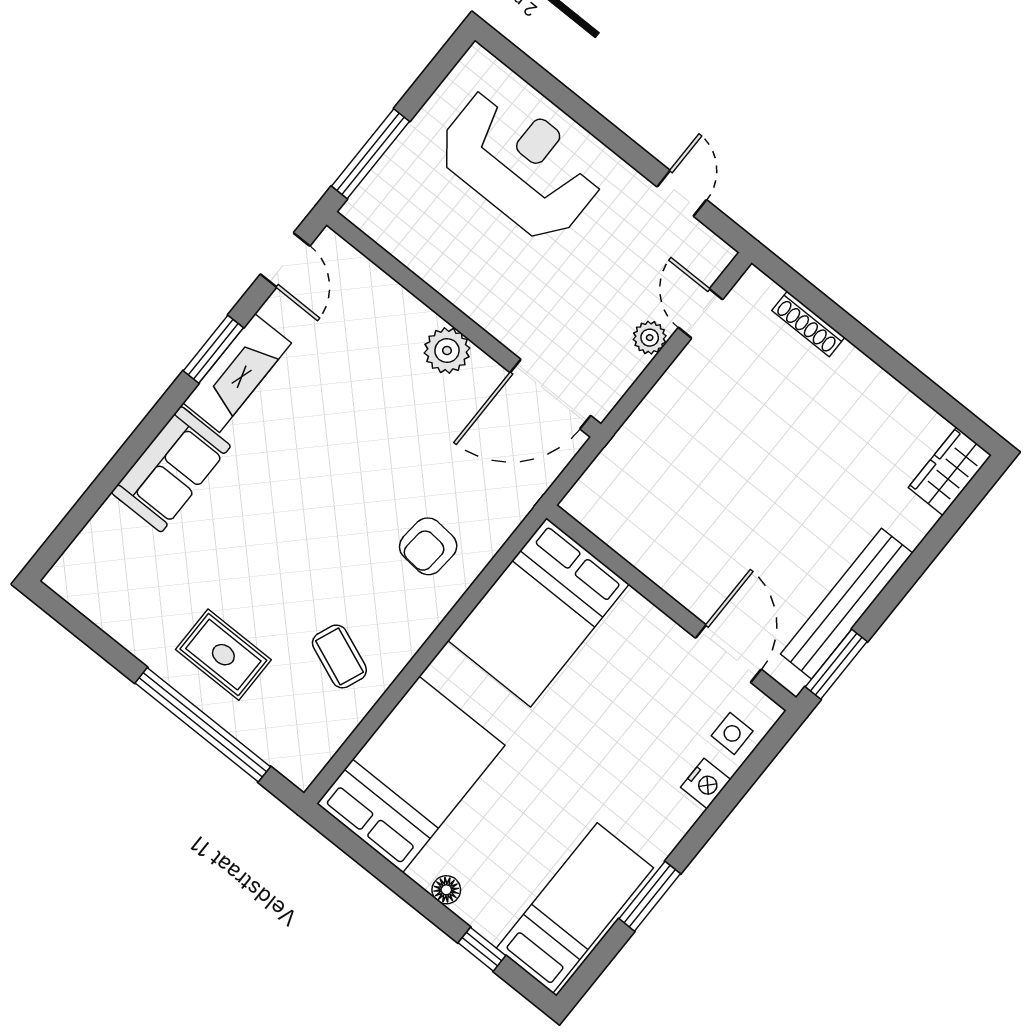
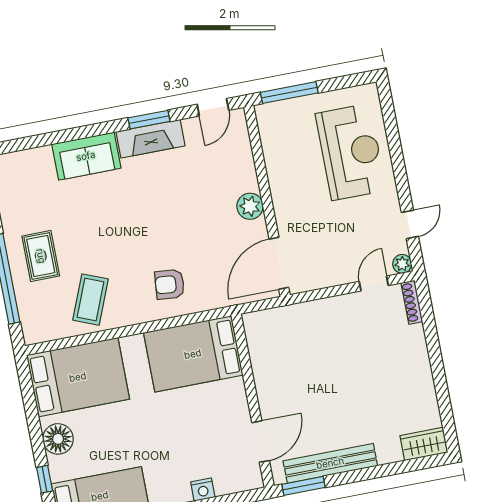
shoe rack: (808, 324) -> (412, 302), moved
plant: (650, 338) -> (402, 264), moved
door: (550, 394) -> (279, 263), hinge flipped
coffee table: (339, 656) -> (91, 300), width x1.36, depth x1.30
side table: (732, 733) -> (233, 478), removed
floor lamp: (446, 890) -> (58, 439), width x1.89, depth x1.89

